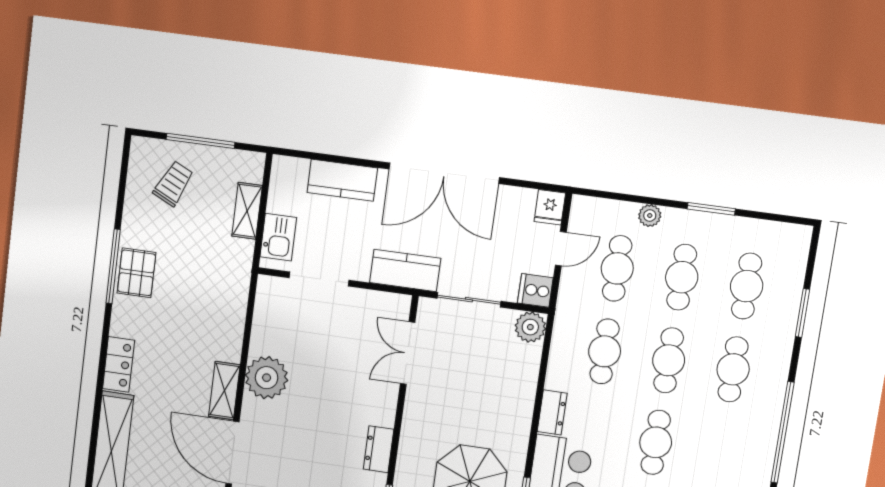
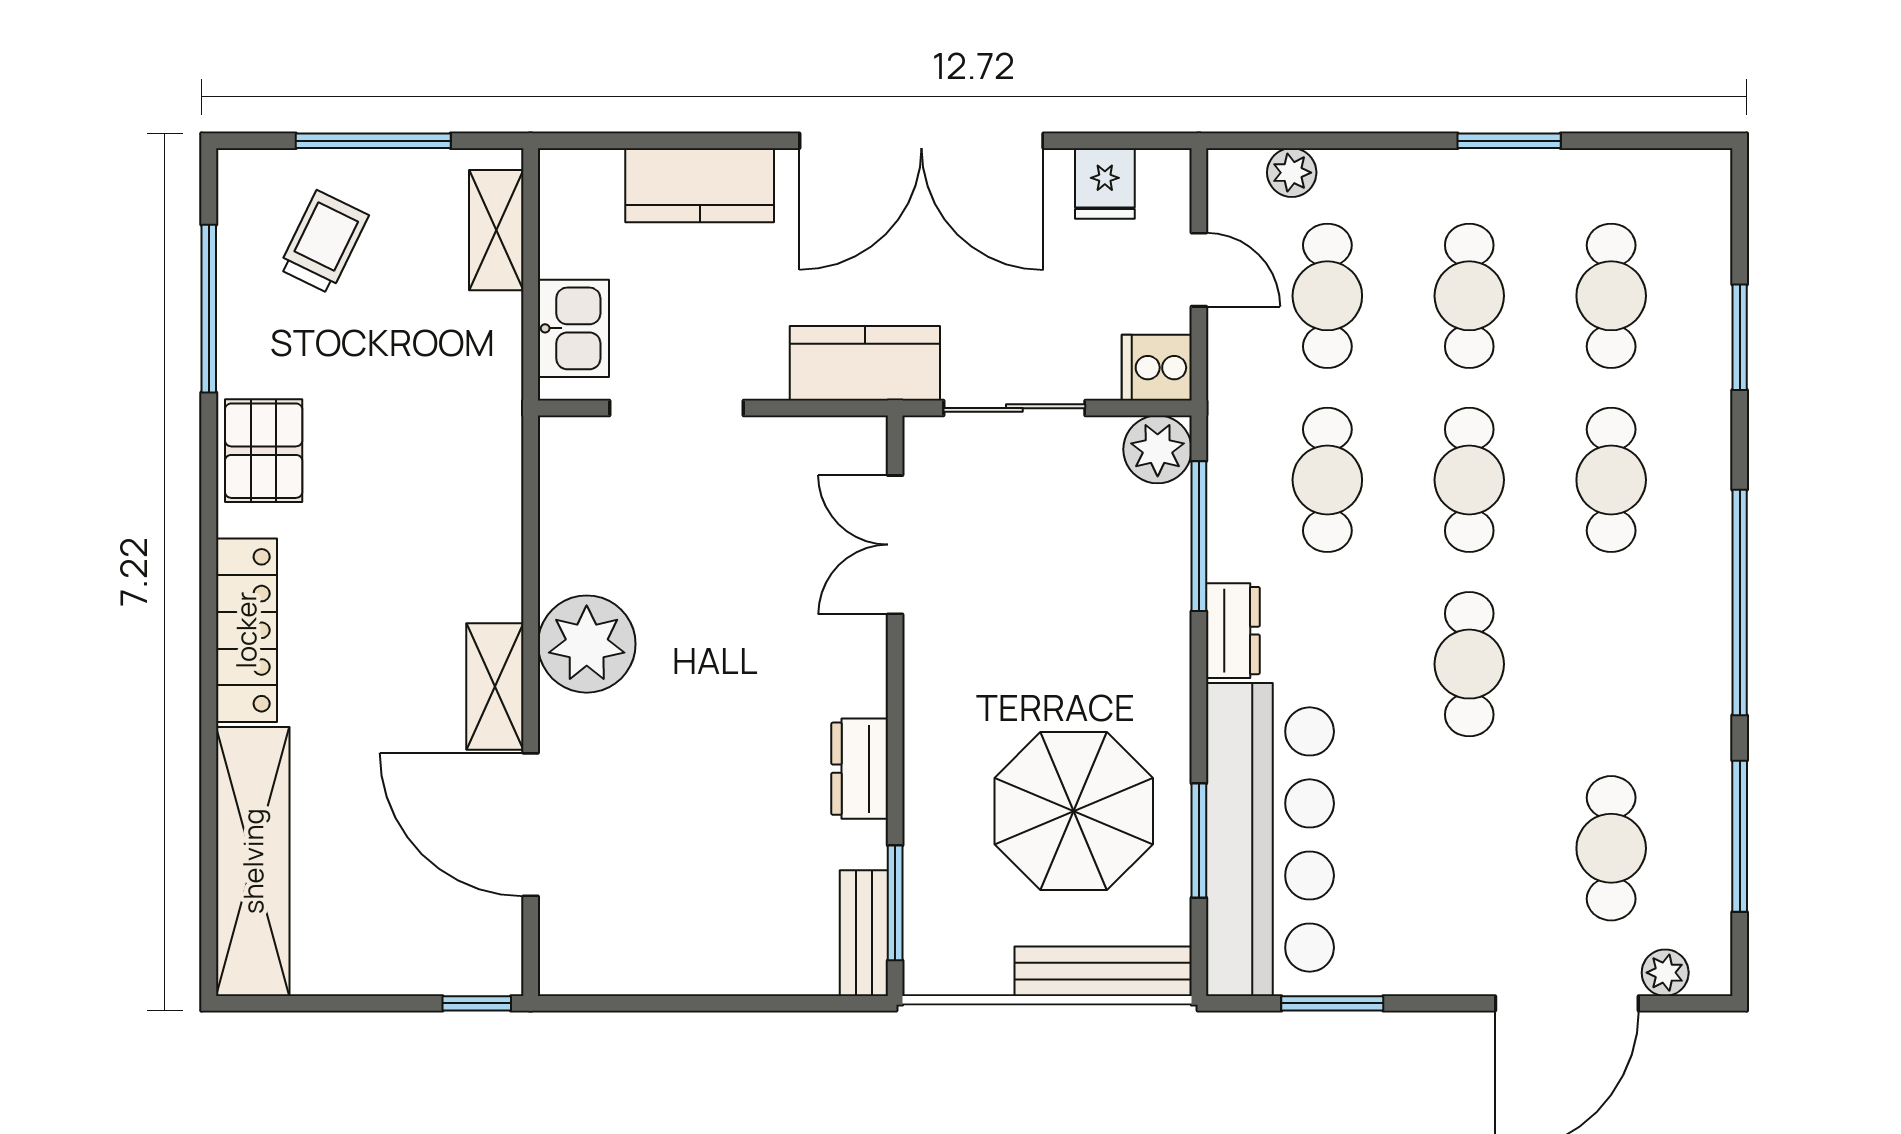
fridge: (550, 207) -> (1105, 183), moved
shelving: (247, 211) -> (496, 230), moved
plant: (650, 216) -> (1292, 173), moved
door: (561, 249) -> (1199, 270), hinge flipped
window: (113, 266) -> (209, 309), moved
locker: (119, 364) -> (246, 630), width x1.53
window: (543, 368) -> (1199, 536), added

